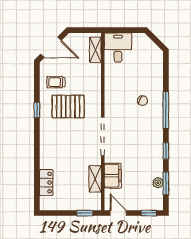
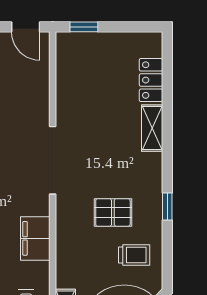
pallet: (68, 107) -> (113, 212), width x0.67, depth x0.71
filing cabinet: (113, 176) -> (35, 238), moved
shelving: (95, 179) -> (152, 128), moved

